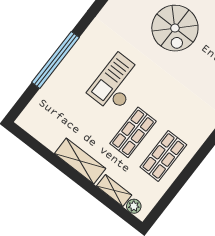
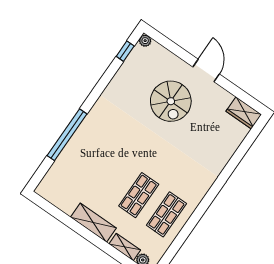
checkout: (117, 84) -> (122, 153), removed

